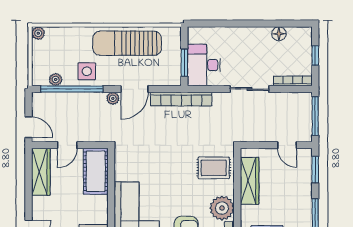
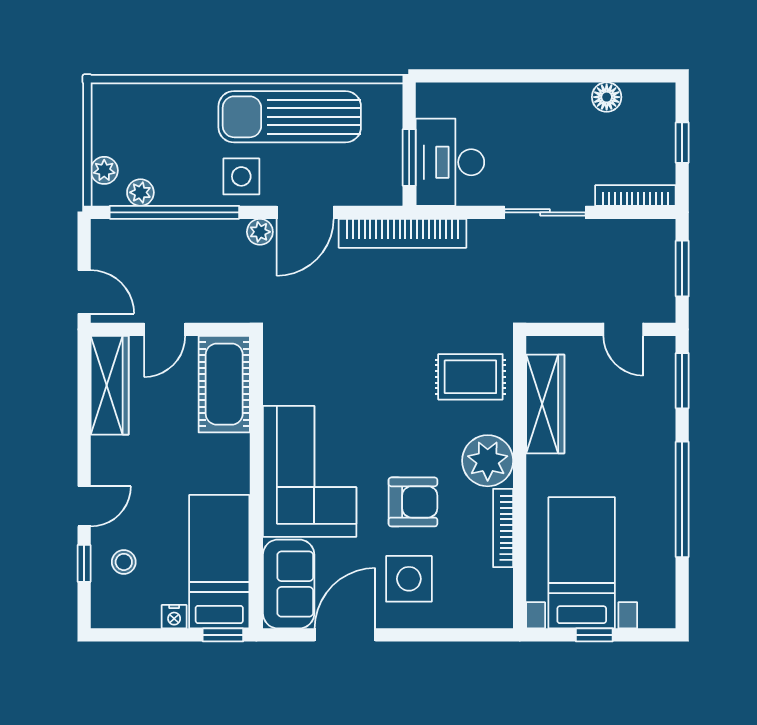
plant: (38, 33) -> (104, 170), moved
side table: (87, 71) -> (241, 176), moved
window: (315, 116) -> (682, 269), width x0.69

